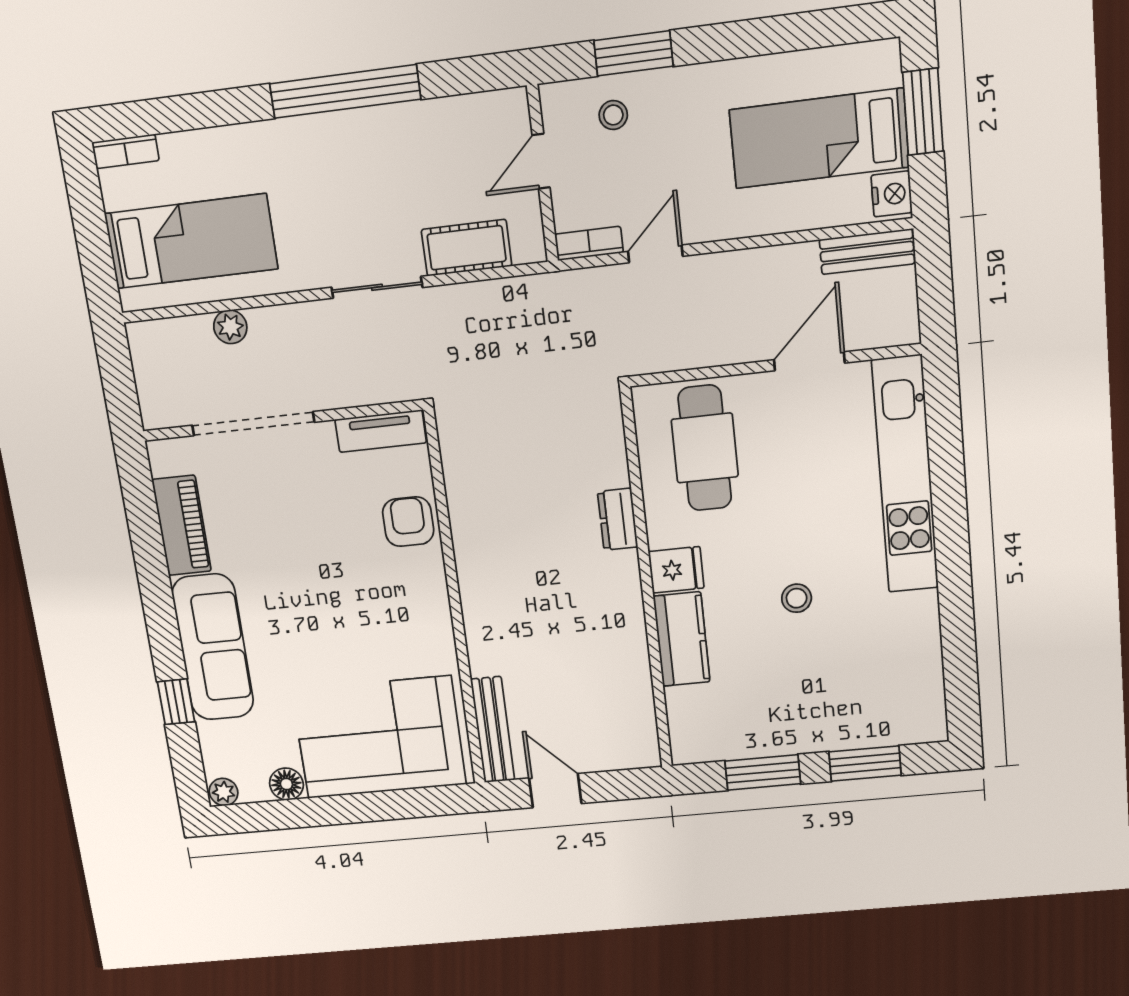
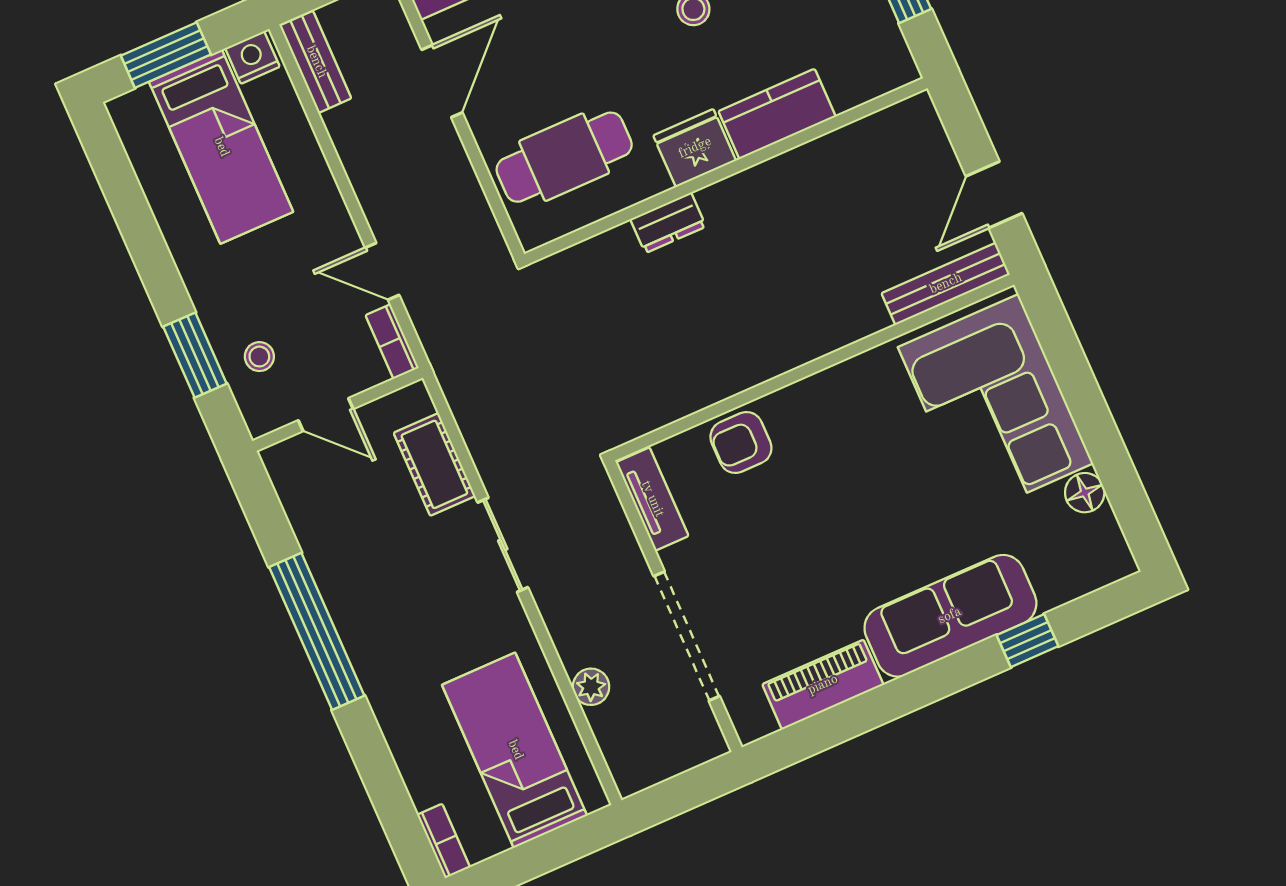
door: (809, 361) -> (442, 81), swing flipped
fridge: (676, 570) -> (695, 148), width x1.38
plant: (224, 792) -> (1118, 560), removed

